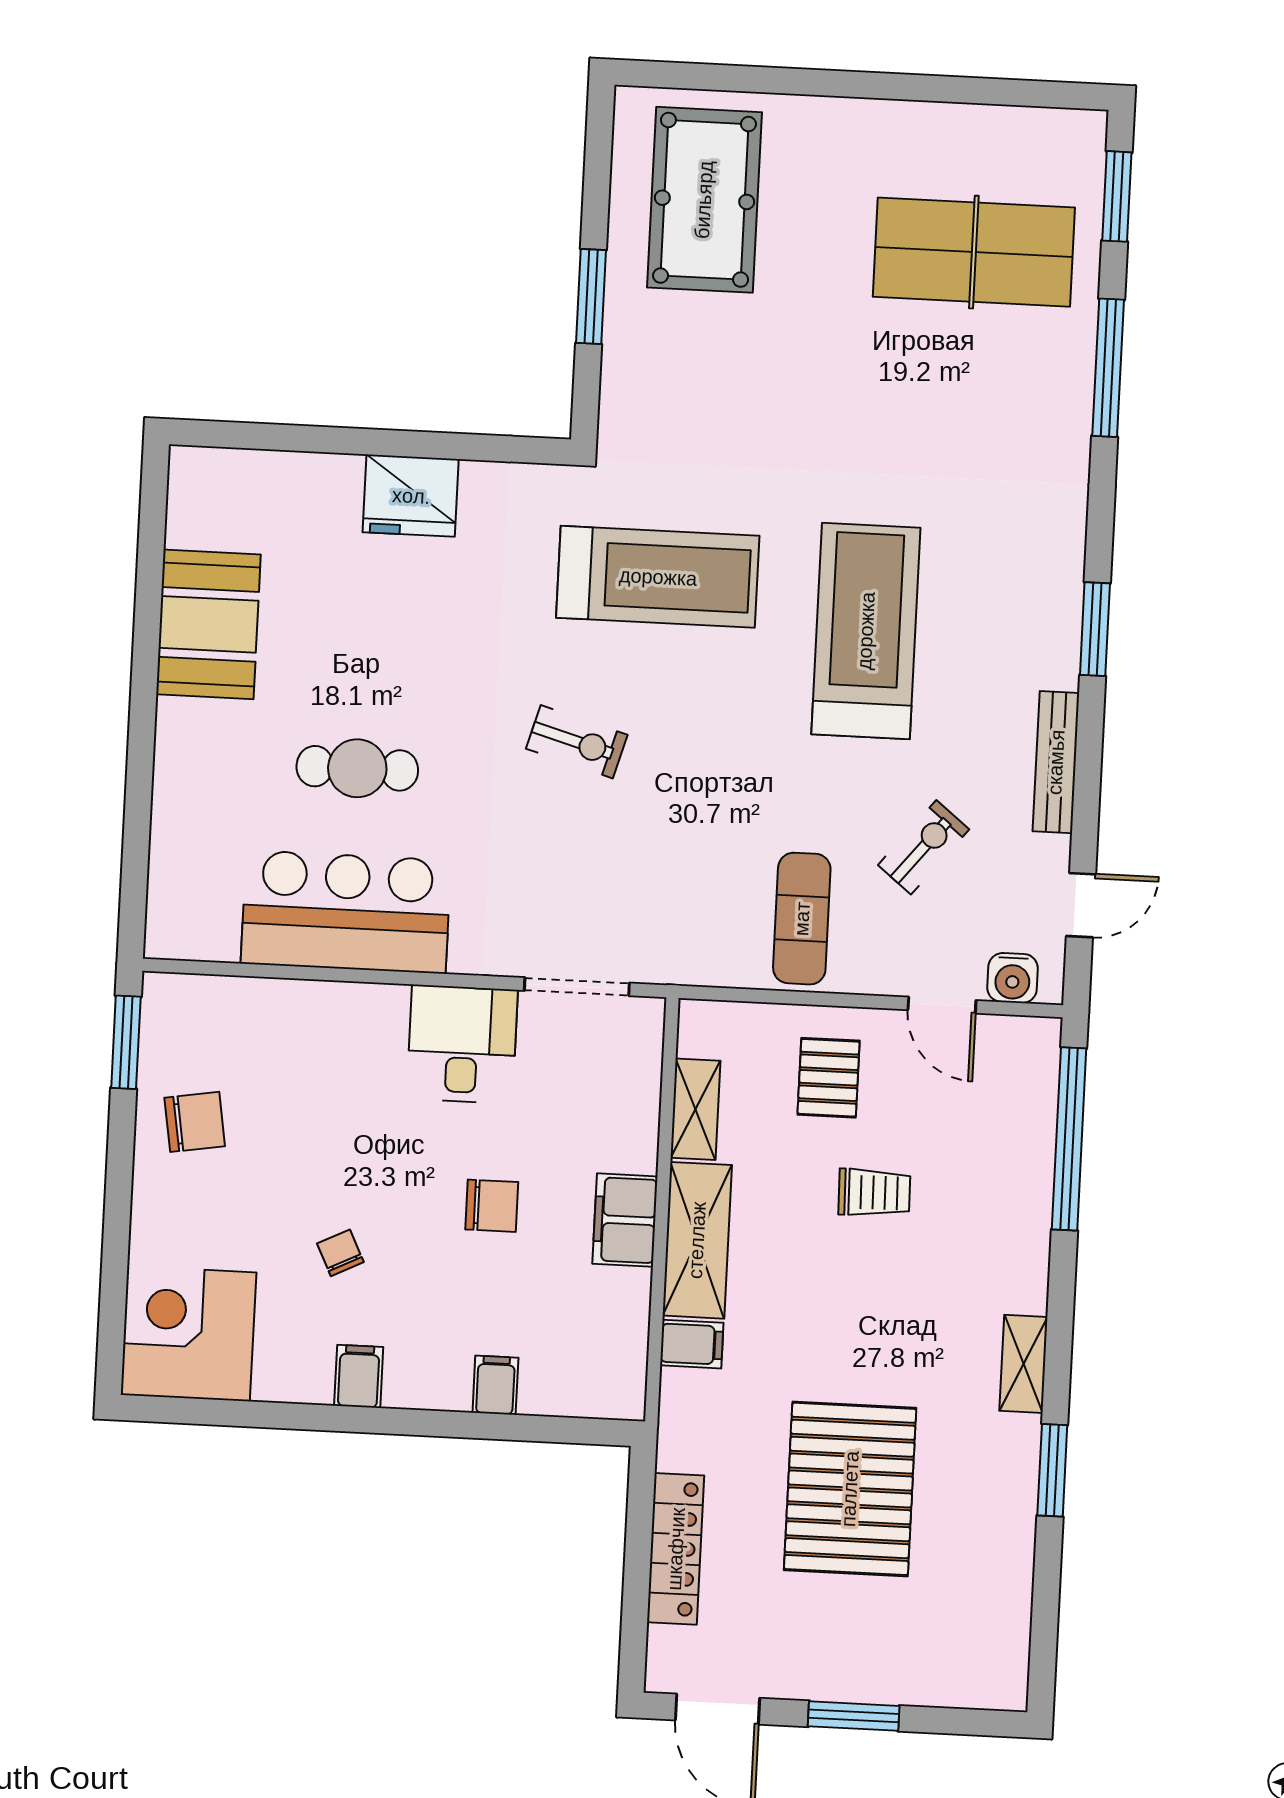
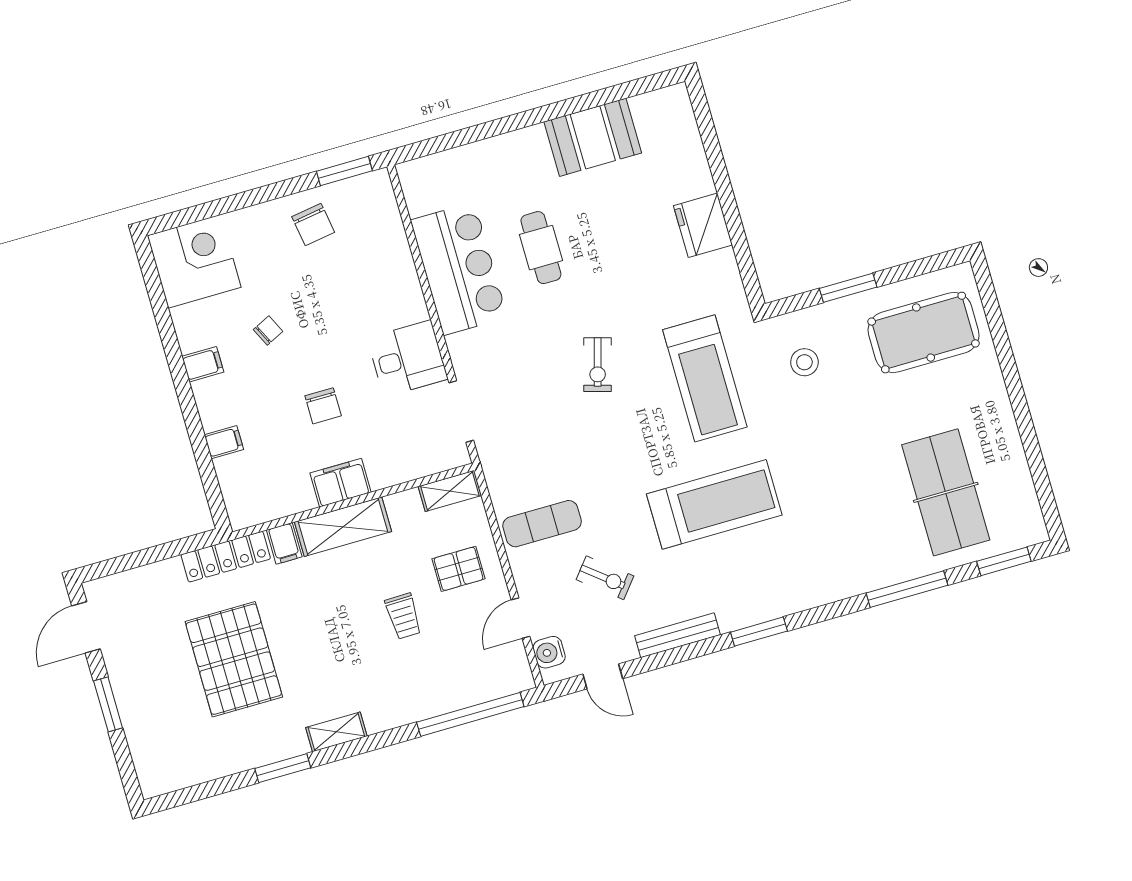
stool: (687, 408) -> (804, 362), added
shelving: (695, 1109) -> (450, 491), moved
pallet: (850, 1489) -> (234, 659), turned 90
locker: (676, 1549) -> (226, 557), moved

